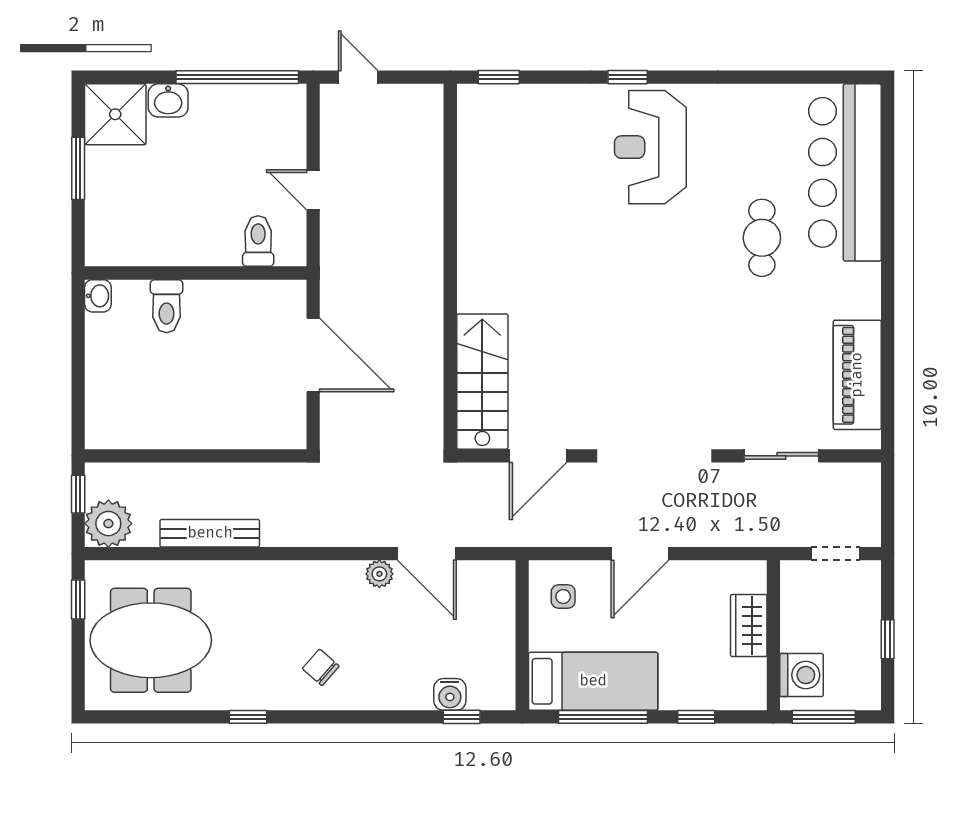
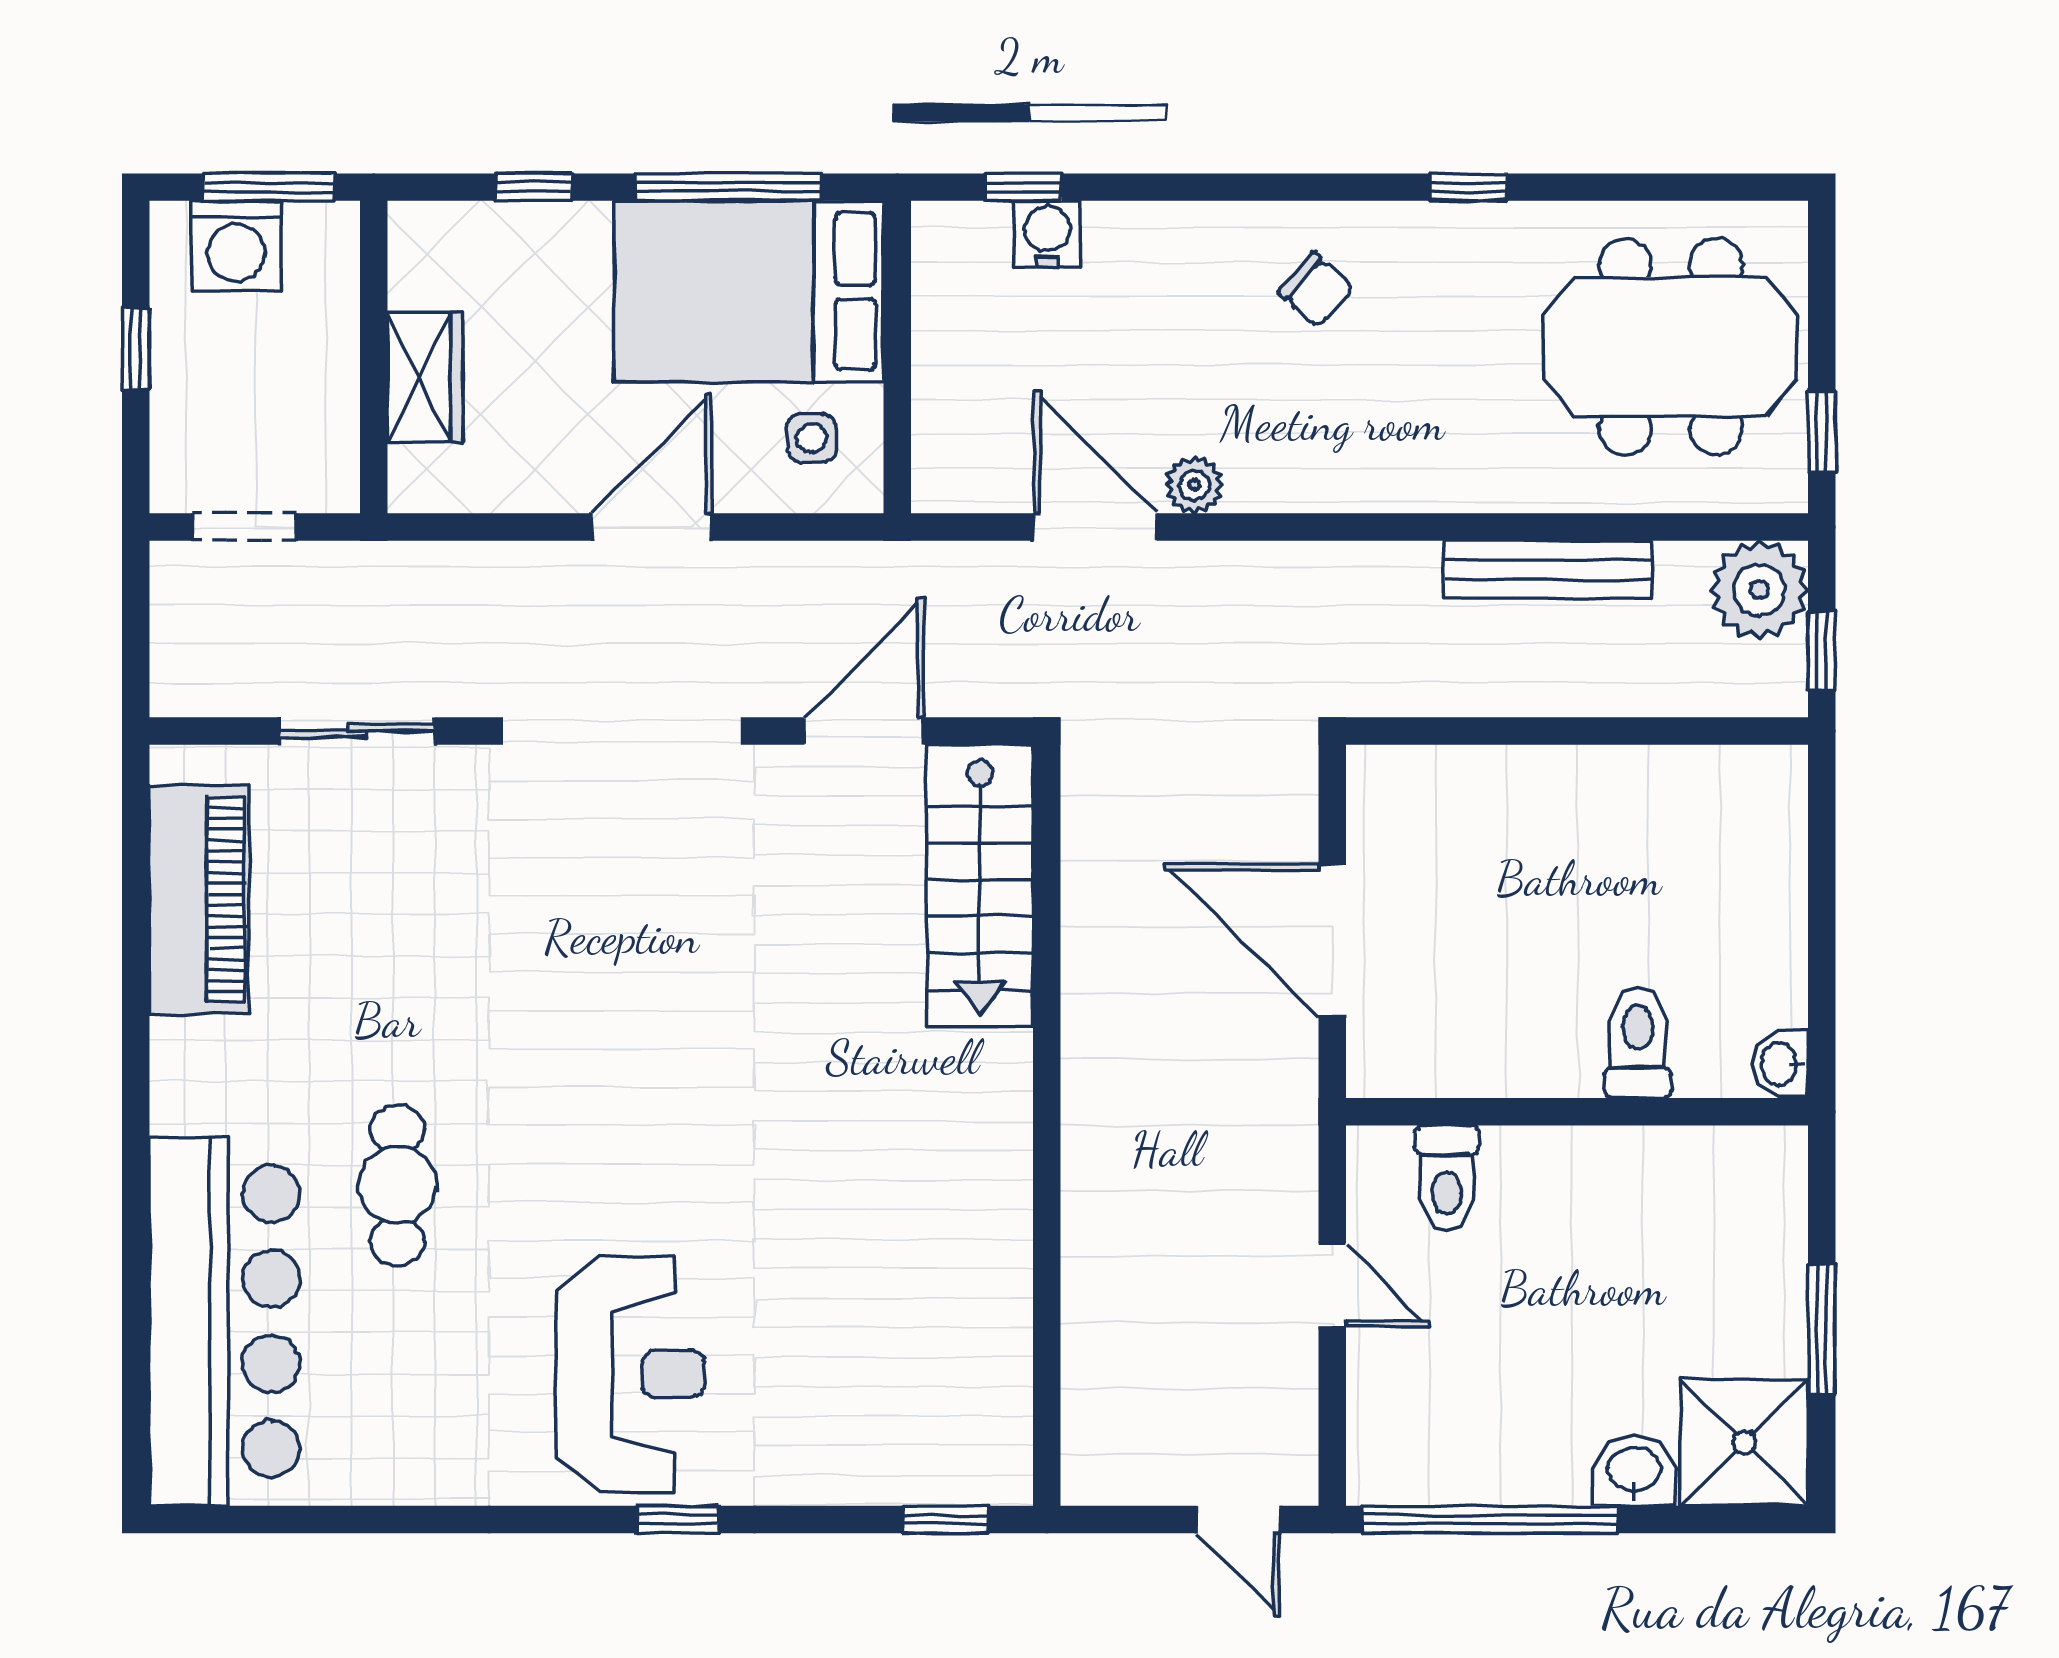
washing machine: (801, 675) -> (236, 246), moved, turned -90
bed: (593, 681) -> (749, 291), width x1.50

